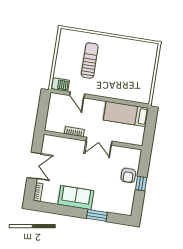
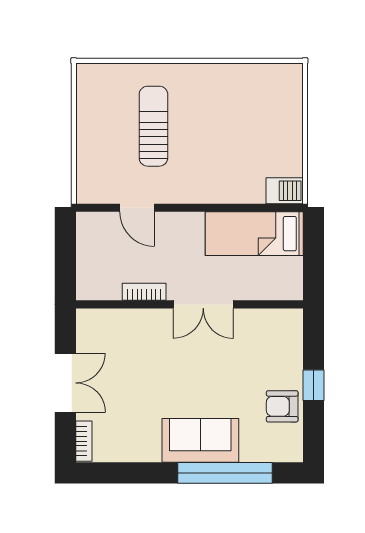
barbecue: (61, 85) -> (285, 191), moved
armchair: (128, 175) -> (282, 406), moved, turned 90
sofa: (76, 198) -> (200, 440), moved
window: (97, 215) -> (225, 473), width x2.11

